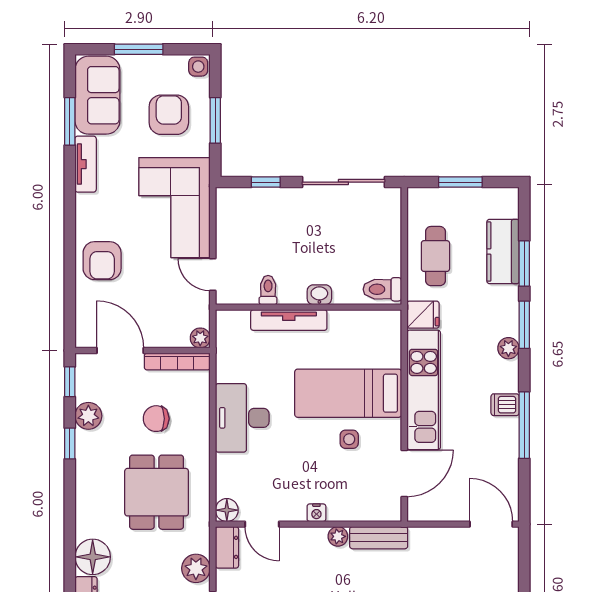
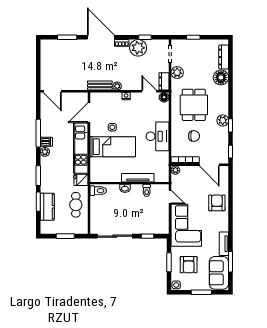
plant: (508, 348) -> (45, 152), moved
plant: (88, 416) -> (223, 120), moved

